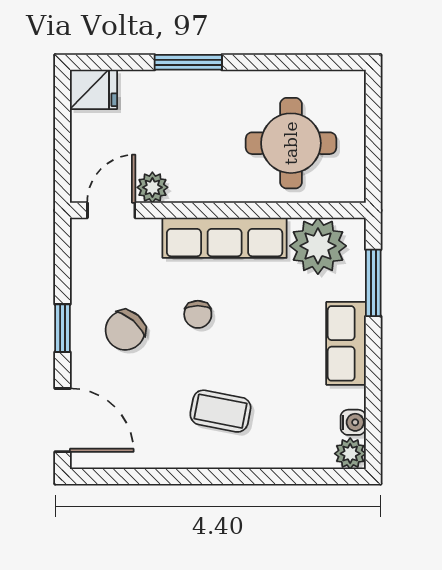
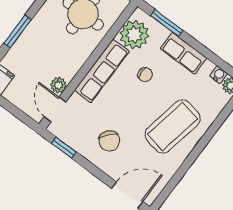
chair: (198, 314) -> (145, 75), moved
window: (63, 328) -> (64, 148), moved
coffee table: (220, 411) -> (173, 127), width x1.86, depth x1.72

